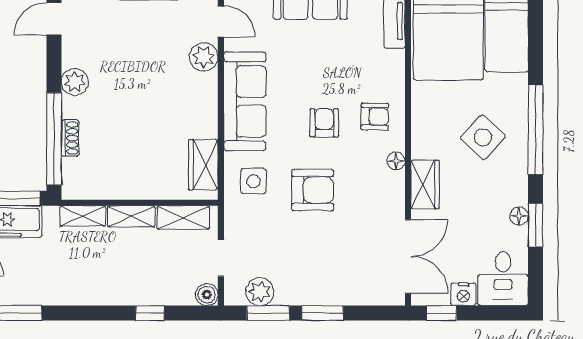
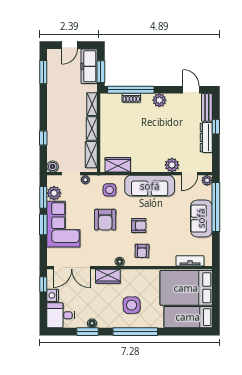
side table: (483, 137) -> (132, 305), turned 45
plant: (233, 229) -> (85, 180), added
corner sofa: (322, 273) -> (63, 224), added

